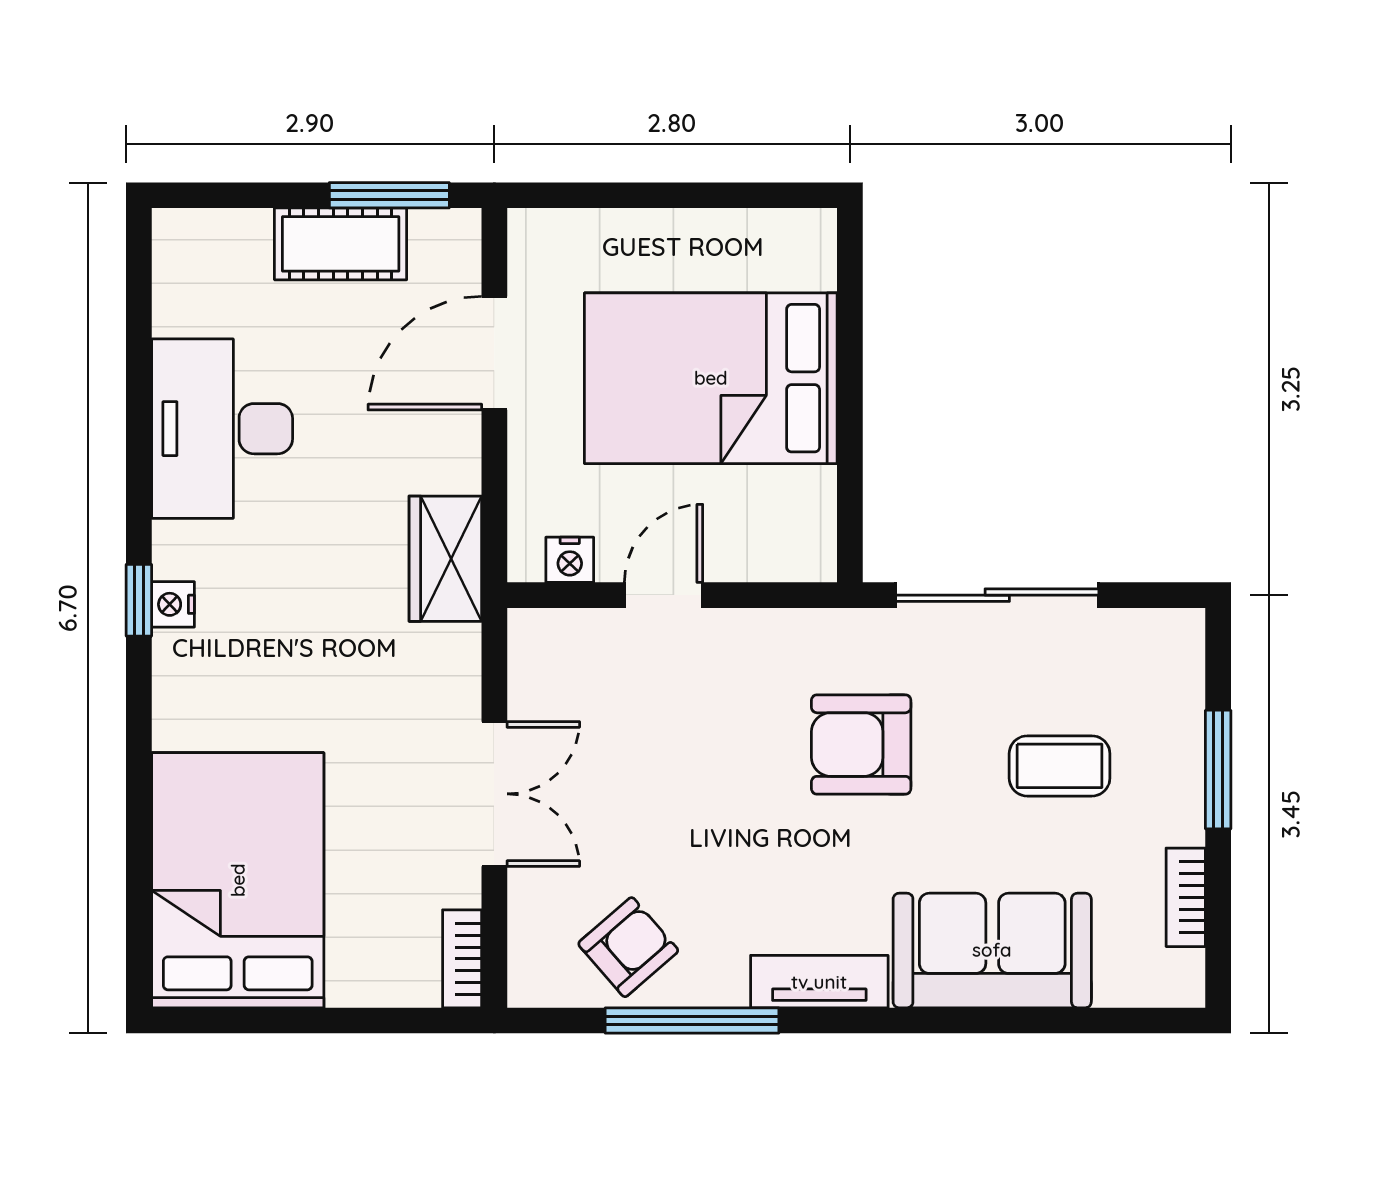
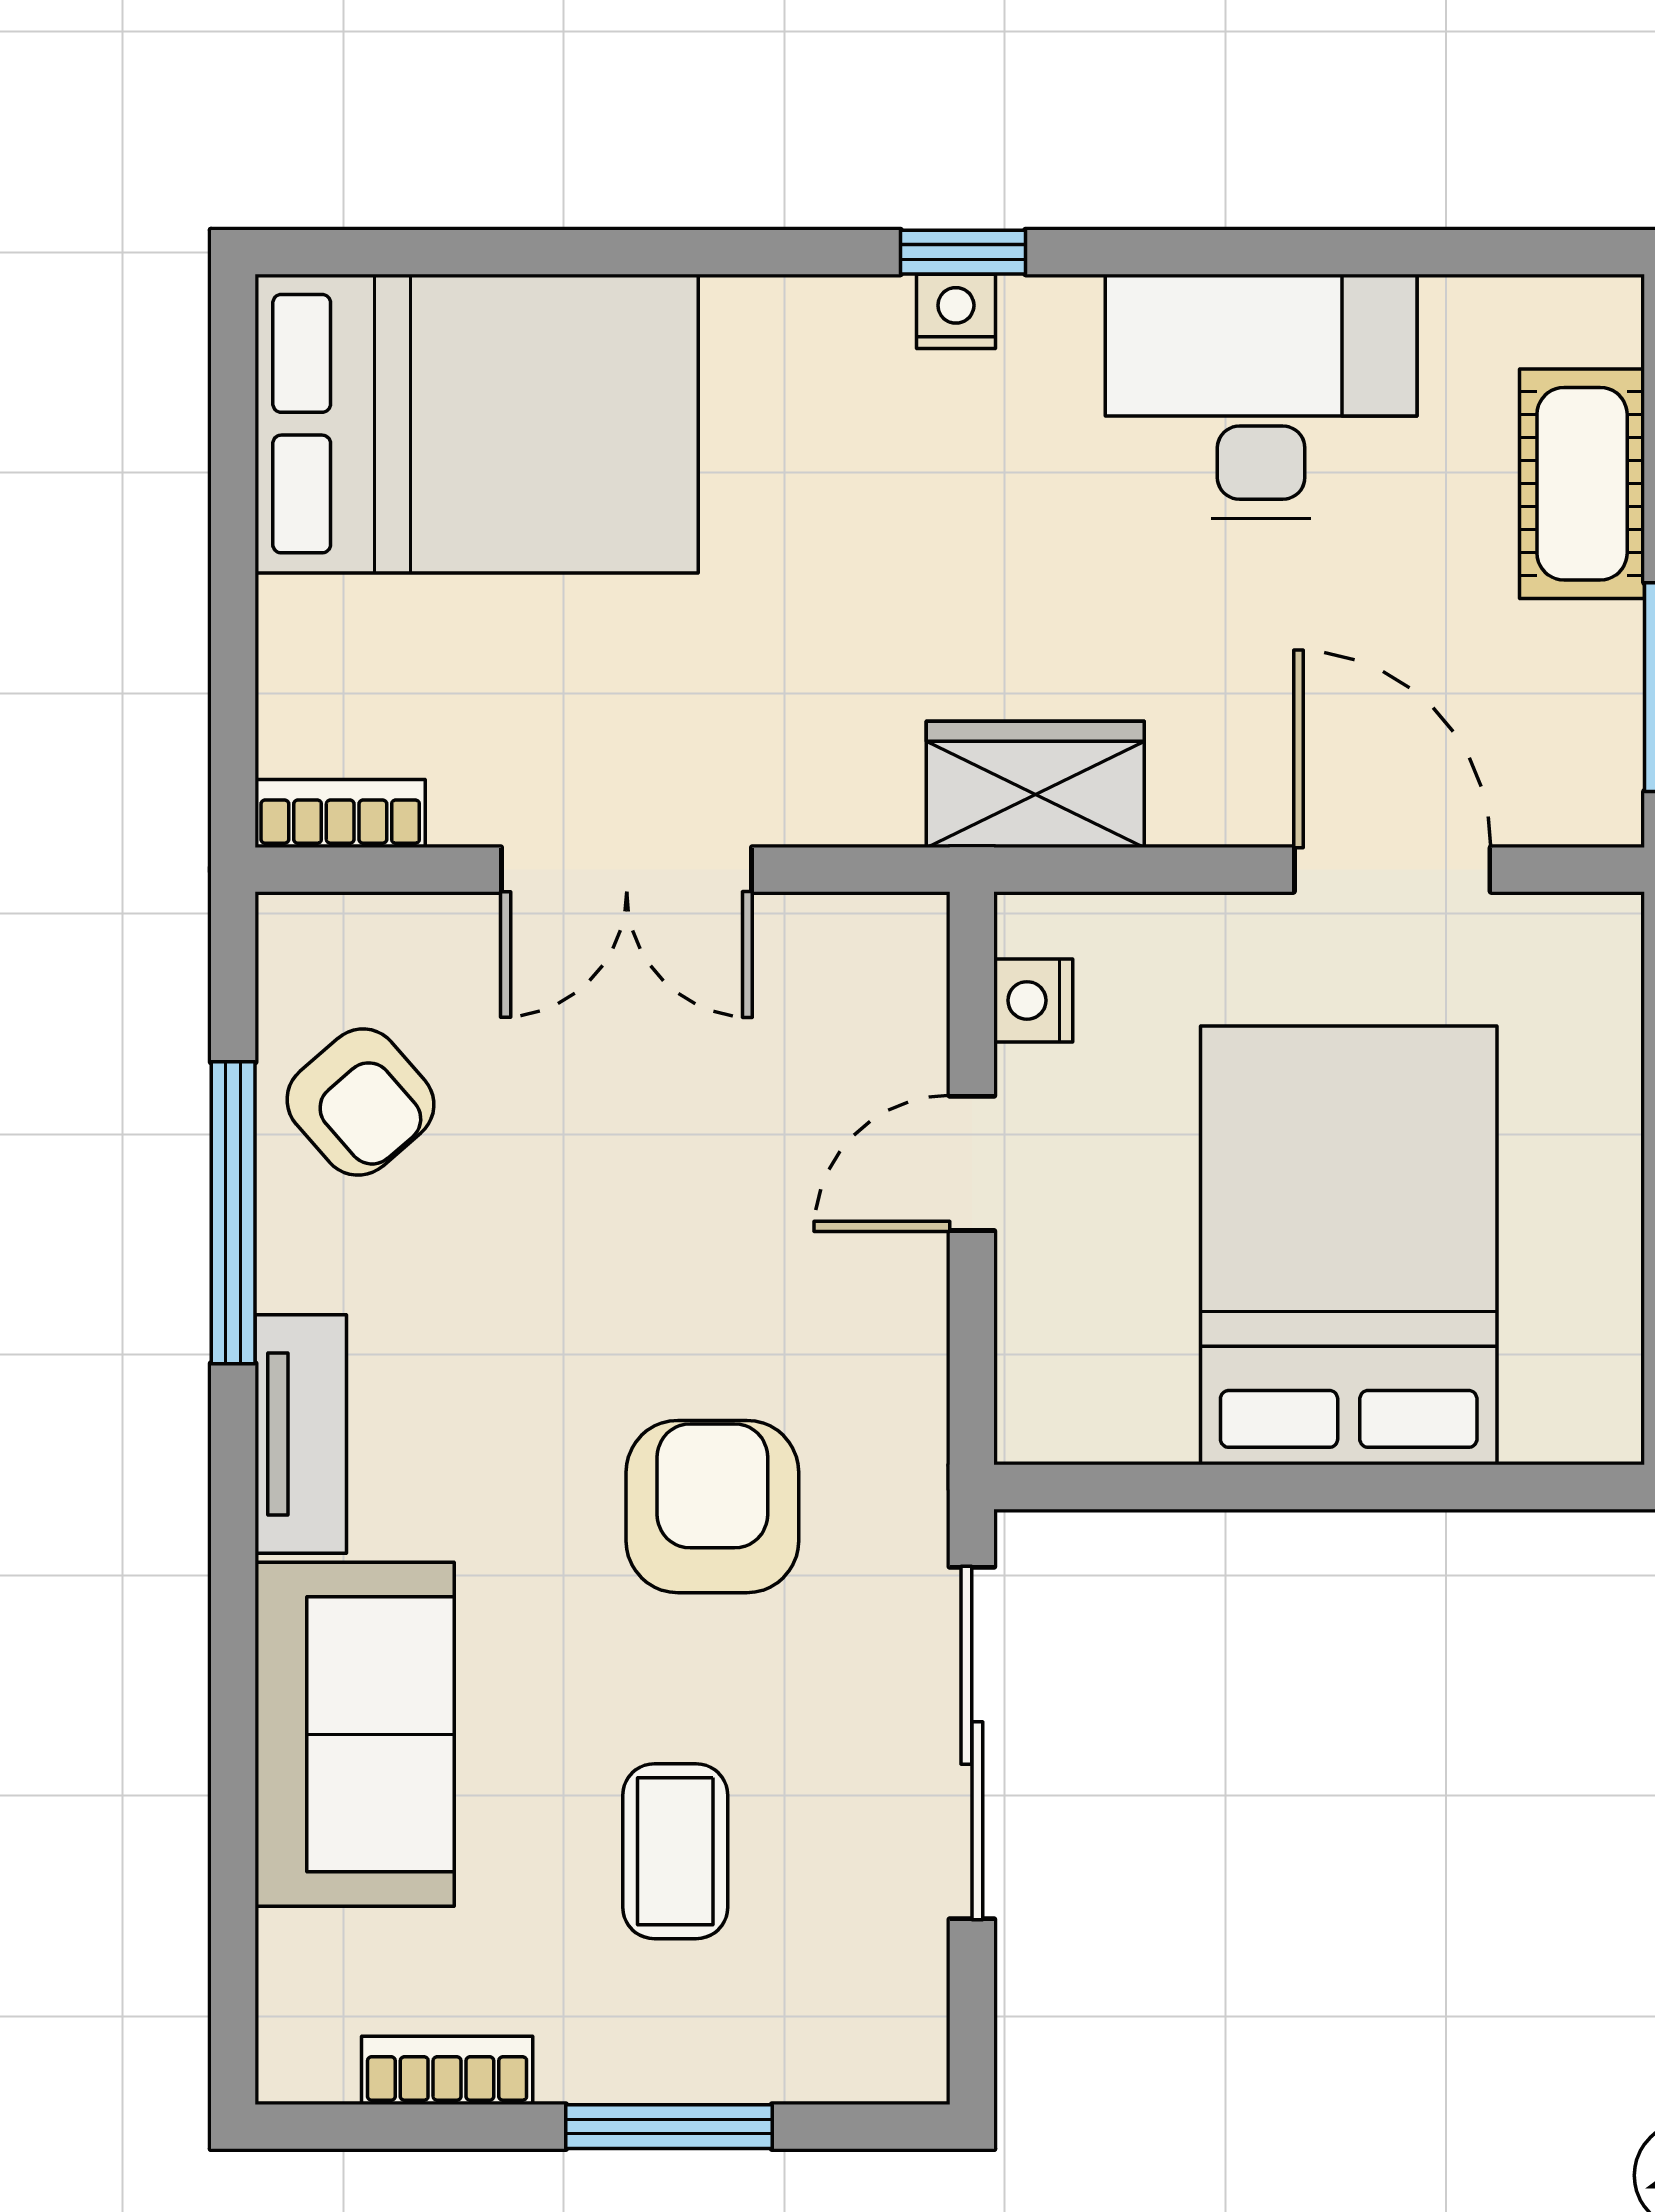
cot: (341, 244) -> (1582, 484), moved
door: (664, 595) -> (972, 1163), swing flipped

